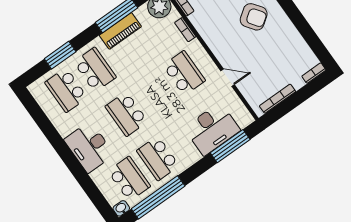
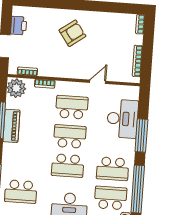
school desk: (95, 70) -> (70, 136), moved
window: (230, 146) -> (141, 135), moved

